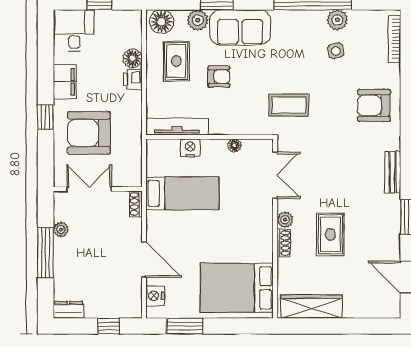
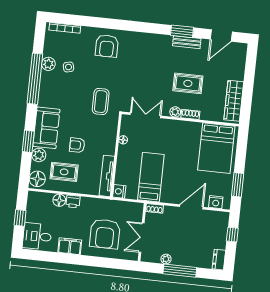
armchair: (219, 77) -> (77, 145), turned -90
window: (46, 117) -> (91, 261), removed
nightstand: (190, 148) -> (119, 191), moved
bench: (393, 172) -> (187, 42), moved

